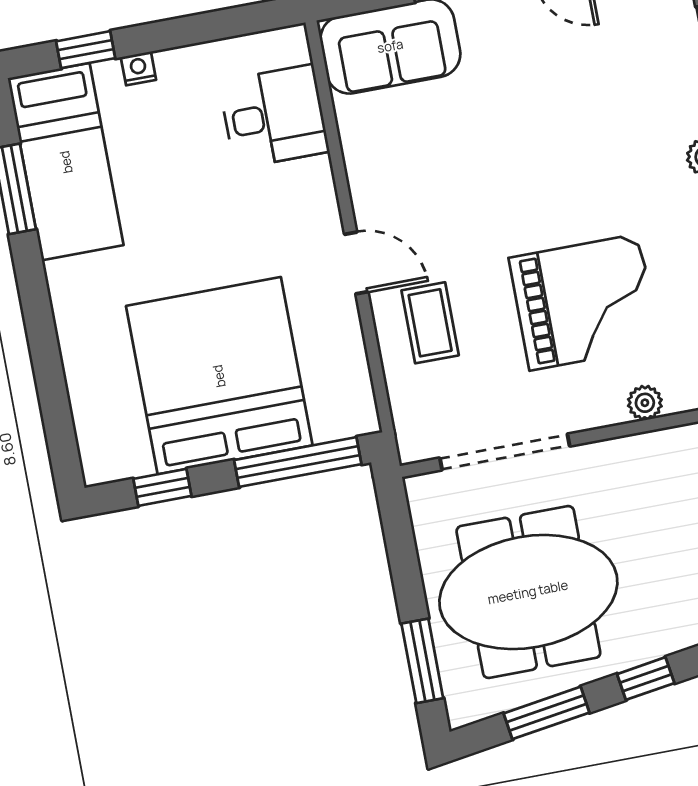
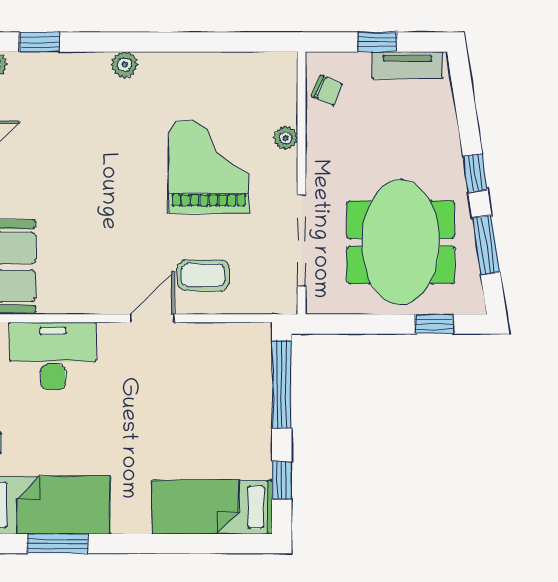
desk: (274, 117) -> (53, 356), width x1.37
bed: (219, 376) -> (212, 507), moved, width x0.49
window: (422, 661) -> (434, 324), width x0.67

